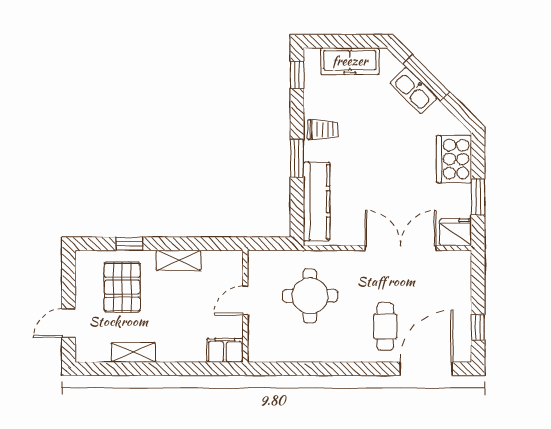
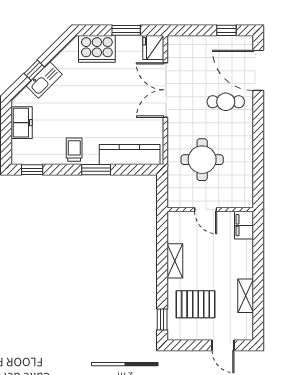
freezer: (350, 61) -> (22, 123), width x0.71
window: (426, 78) -> (34, 70), width x0.46
window: (129, 244) -> (162, 319), moved

